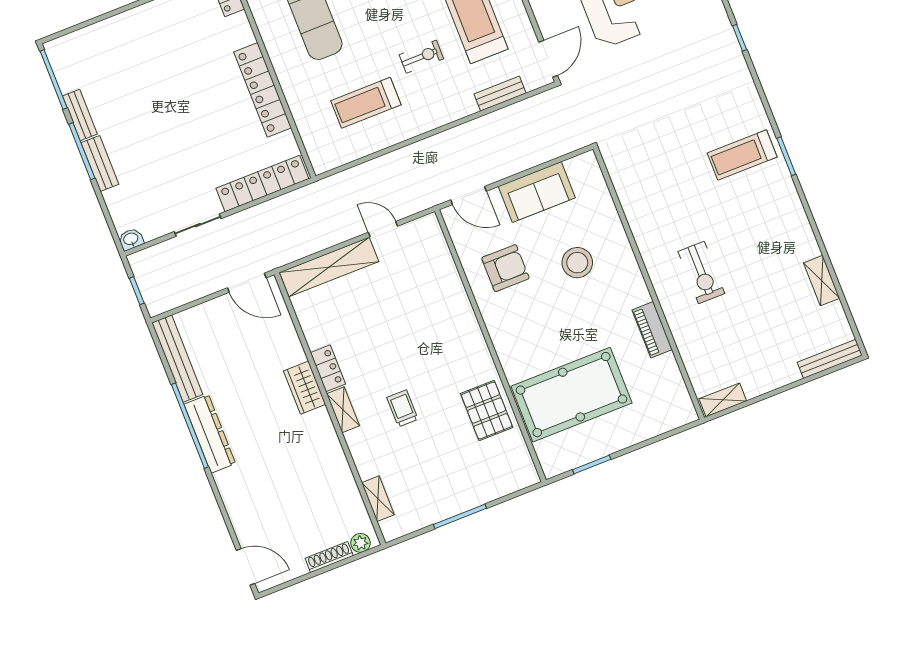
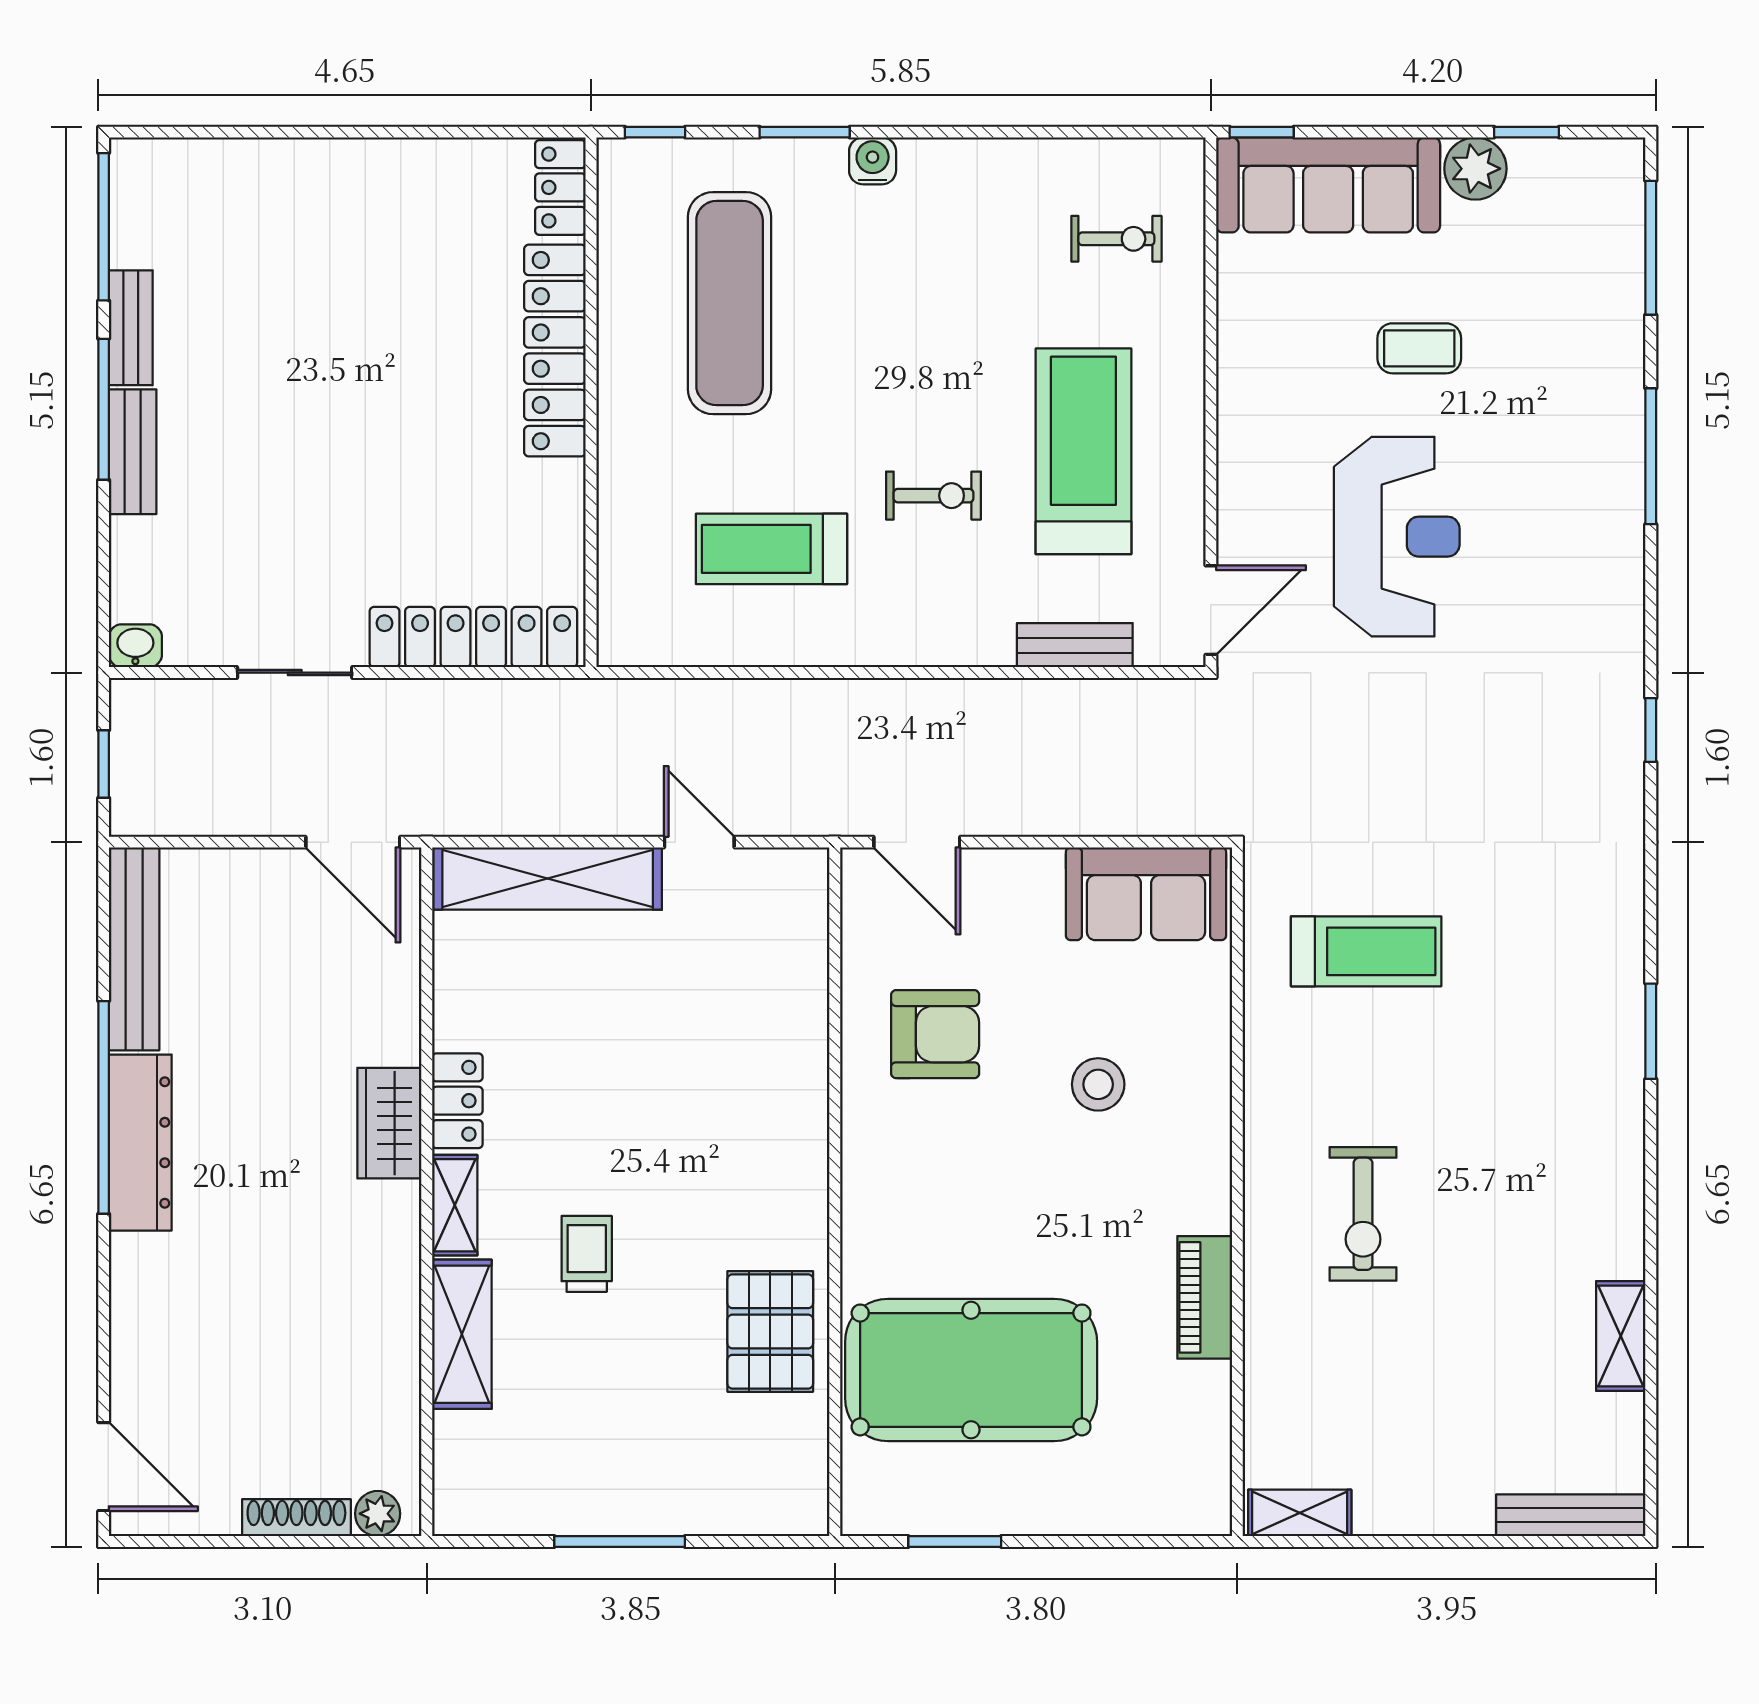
locker: (263, 90) -> (555, 351), moved
treadmill: (742, 155) -> (1366, 951), moved, turned 180
sofa: (537, 192) -> (1146, 894), moved
stool: (577, 263) -> (1098, 1084), width x0.73, depth x0.73
shelving: (378, 499) -> (462, 1334), moved, width x1.50, depth x1.33

